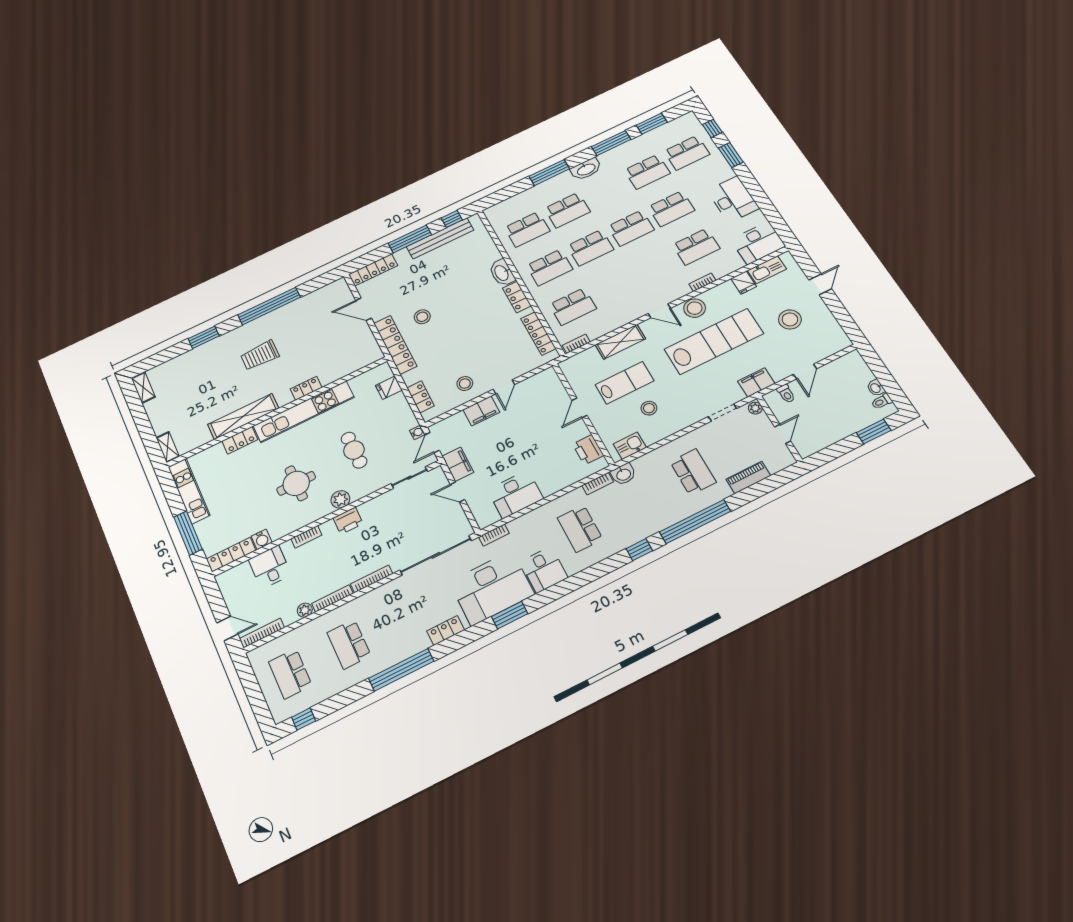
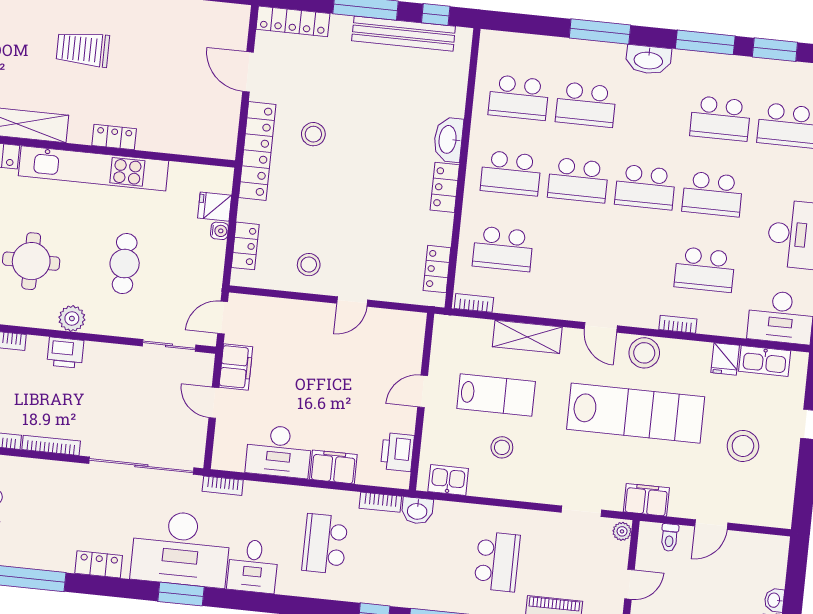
locker: (538, 334) -> (437, 269), width x0.66
filing cabinet: (481, 411) -> (333, 467), moved, turned 180
water cooler: (417, 432) -> (219, 231), moved

